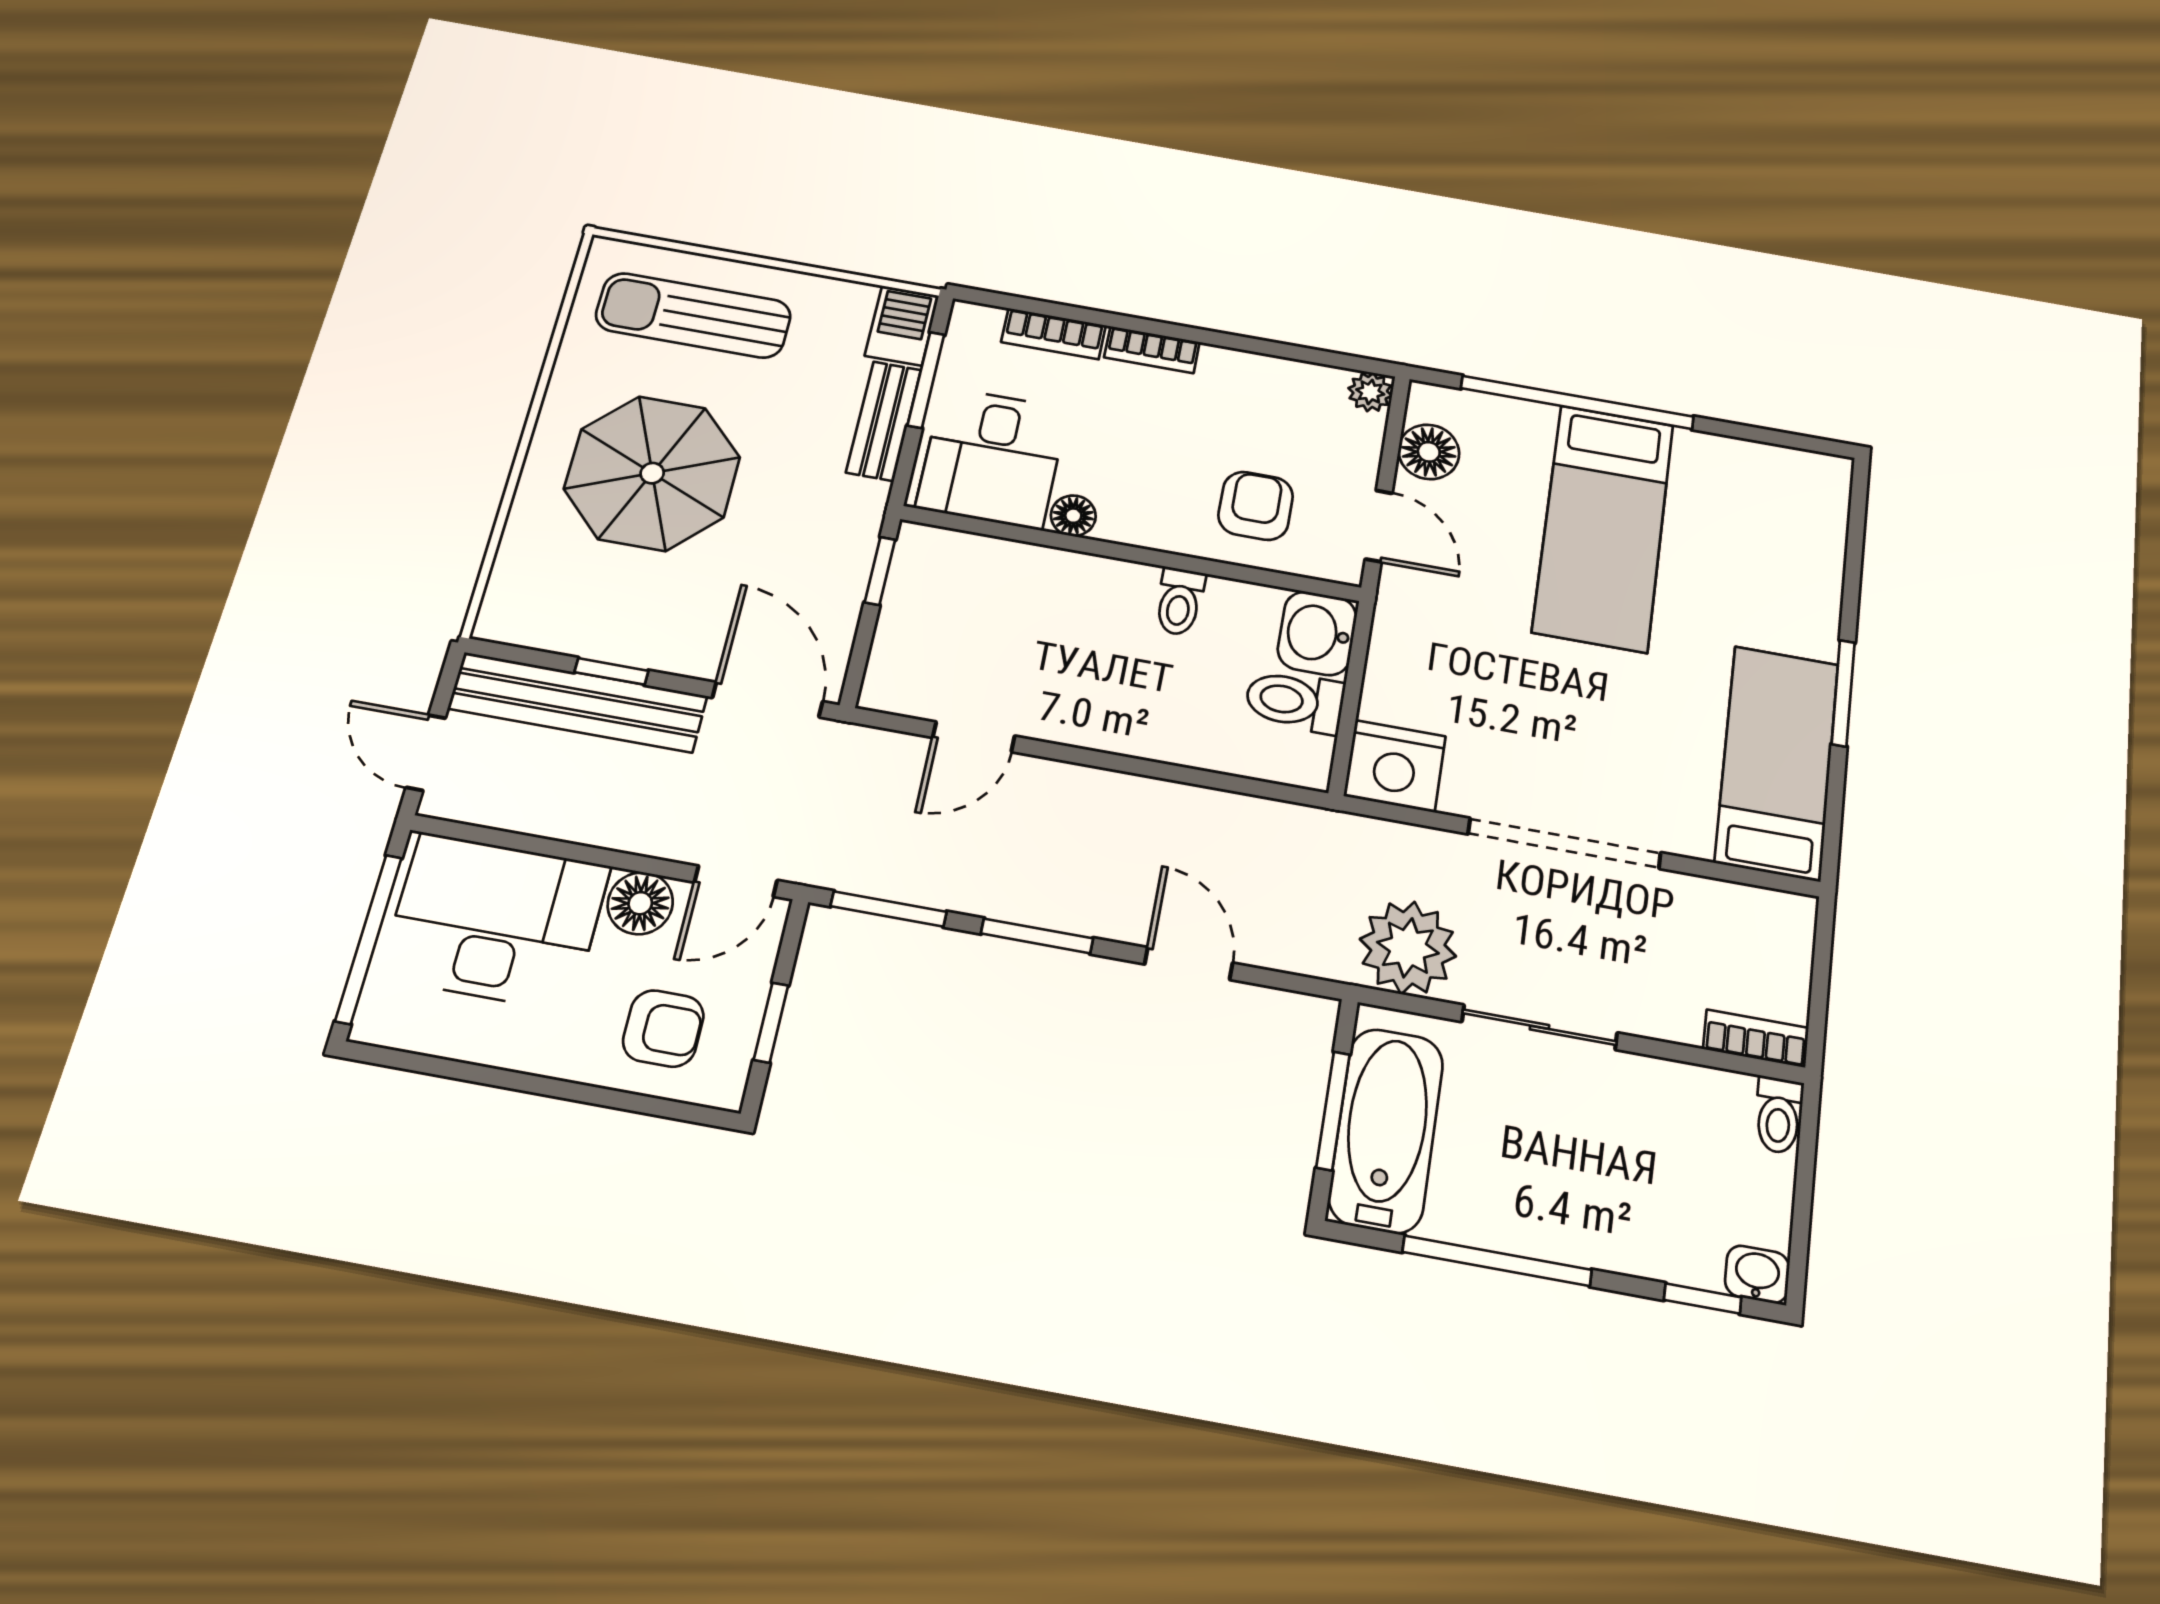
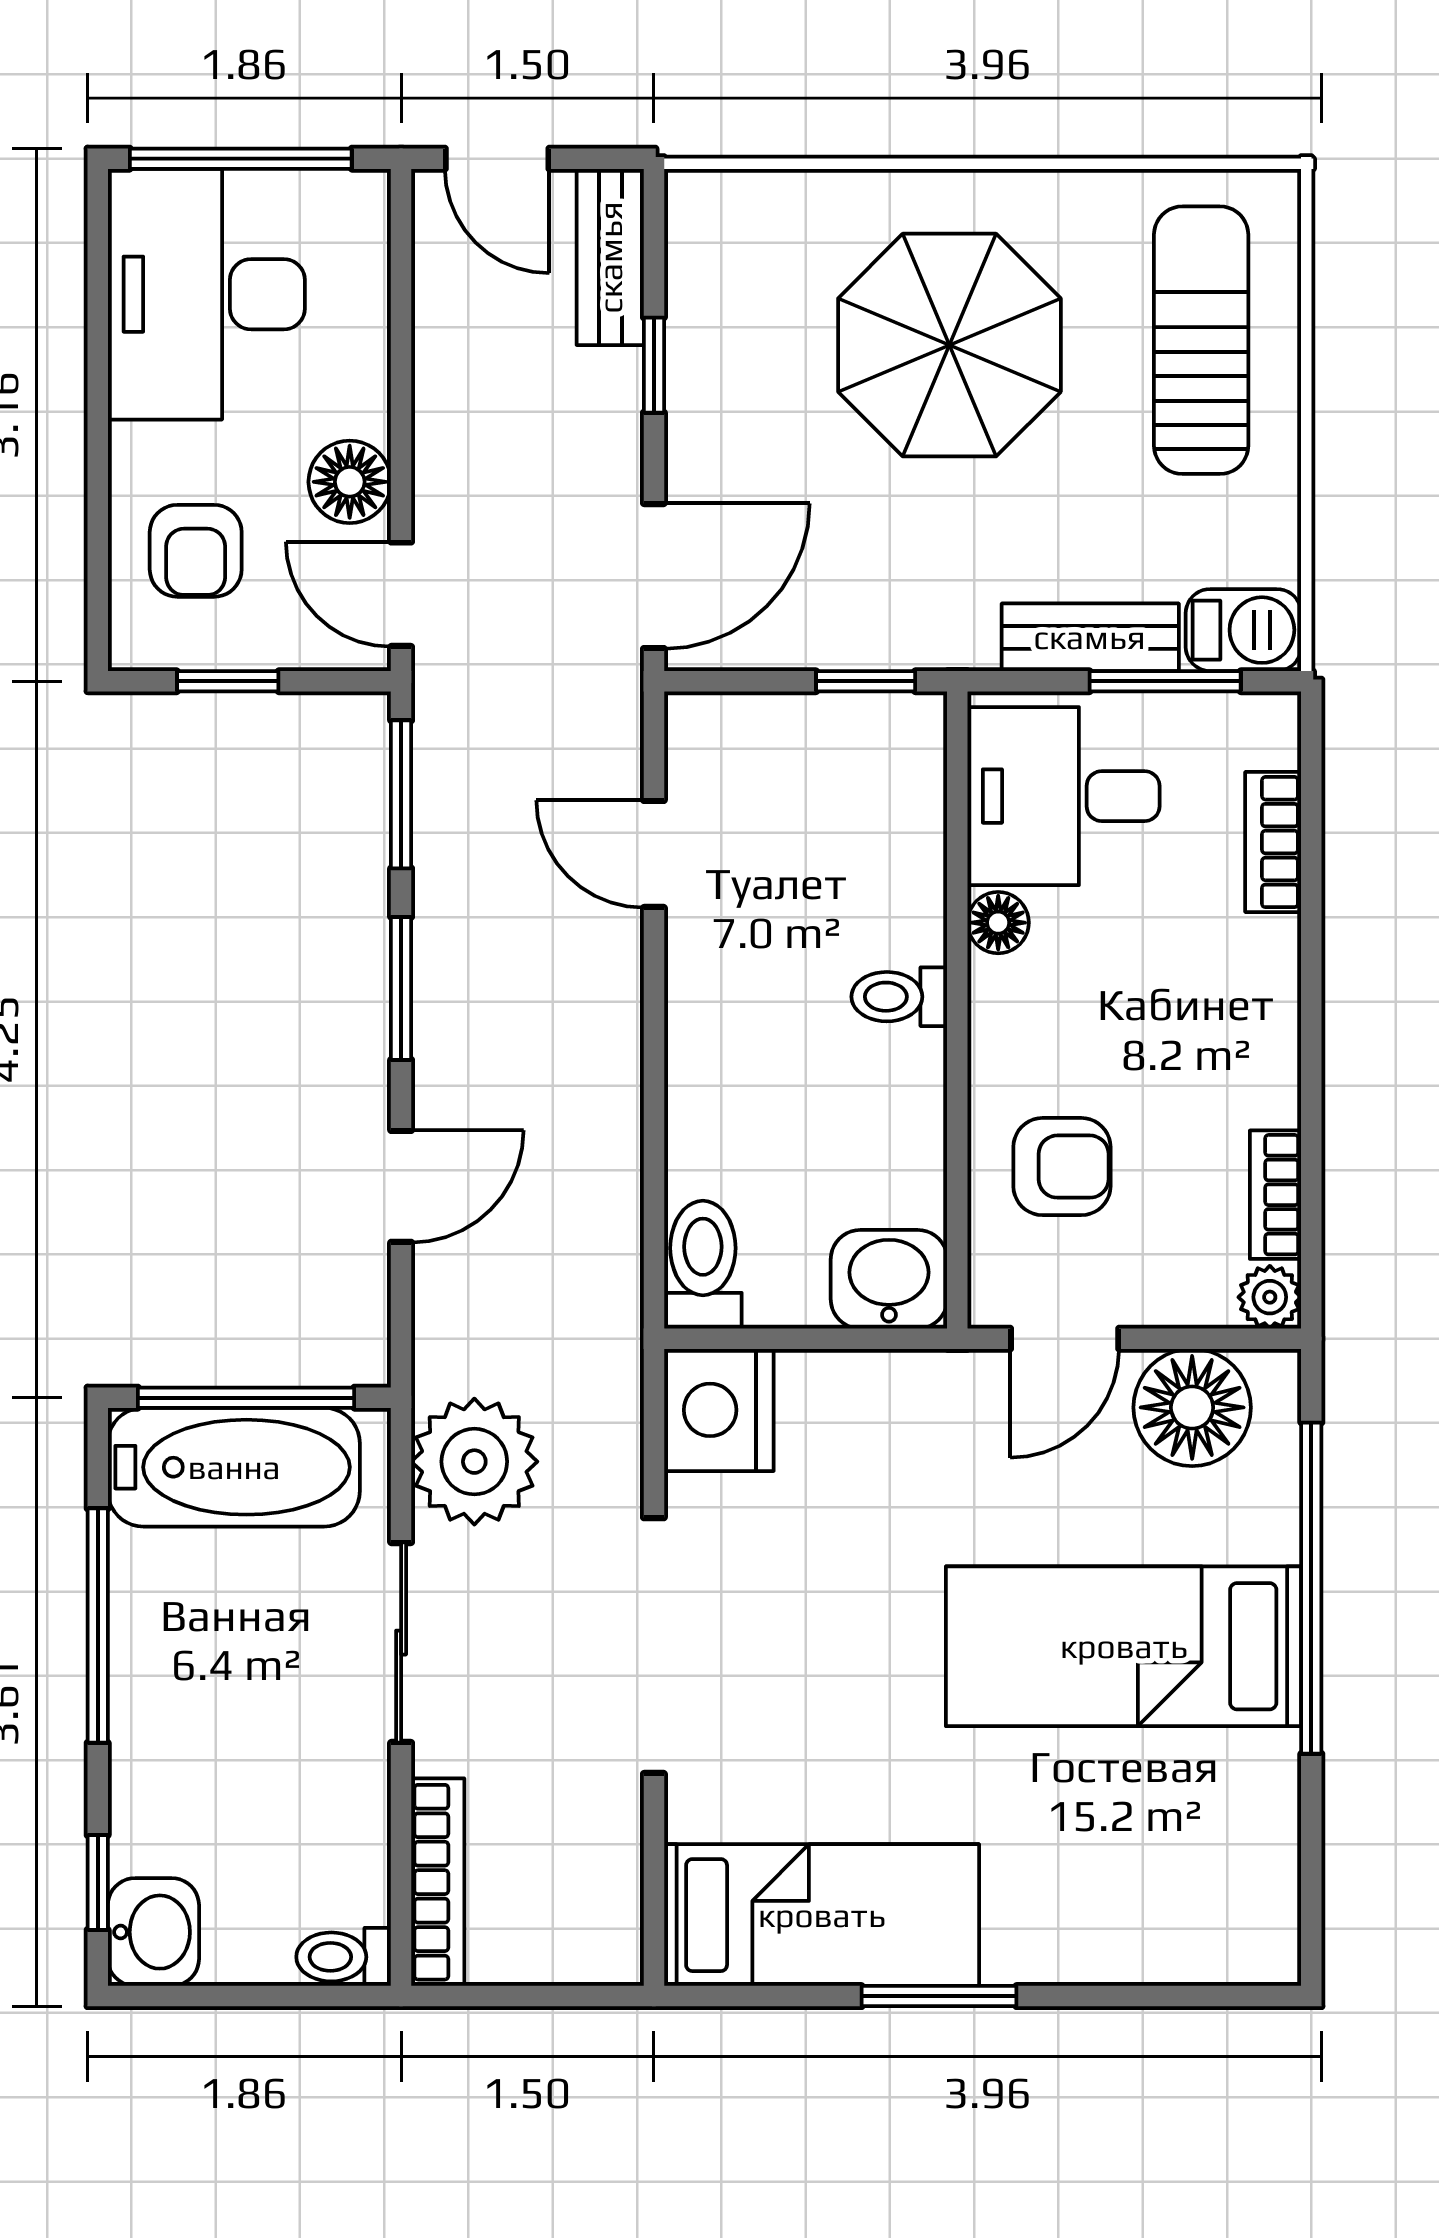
bookcase: (1152, 350) -> (1276, 1195), moved
floor lamp: (1429, 452) -> (1192, 1407), width x1.38, depth x1.38
toilet: (1180, 602) -> (899, 997), moved
toilet: (1295, 701) -> (703, 1265), moved
bench: (578, 702) -> (610, 257), width x0.54, depth x0.82
door: (426, 753) -> (497, 159), swing flipped
desk: (495, 921) -> (206, 294), moved, turned 180
bookcase: (1756, 1039) -> (438, 1882), width x1.56
window: (1333, 1111) -> (246, 1398), width x1.44
washbasin: (1757, 1274) -> (153, 1932), width x1.38, depth x1.45

